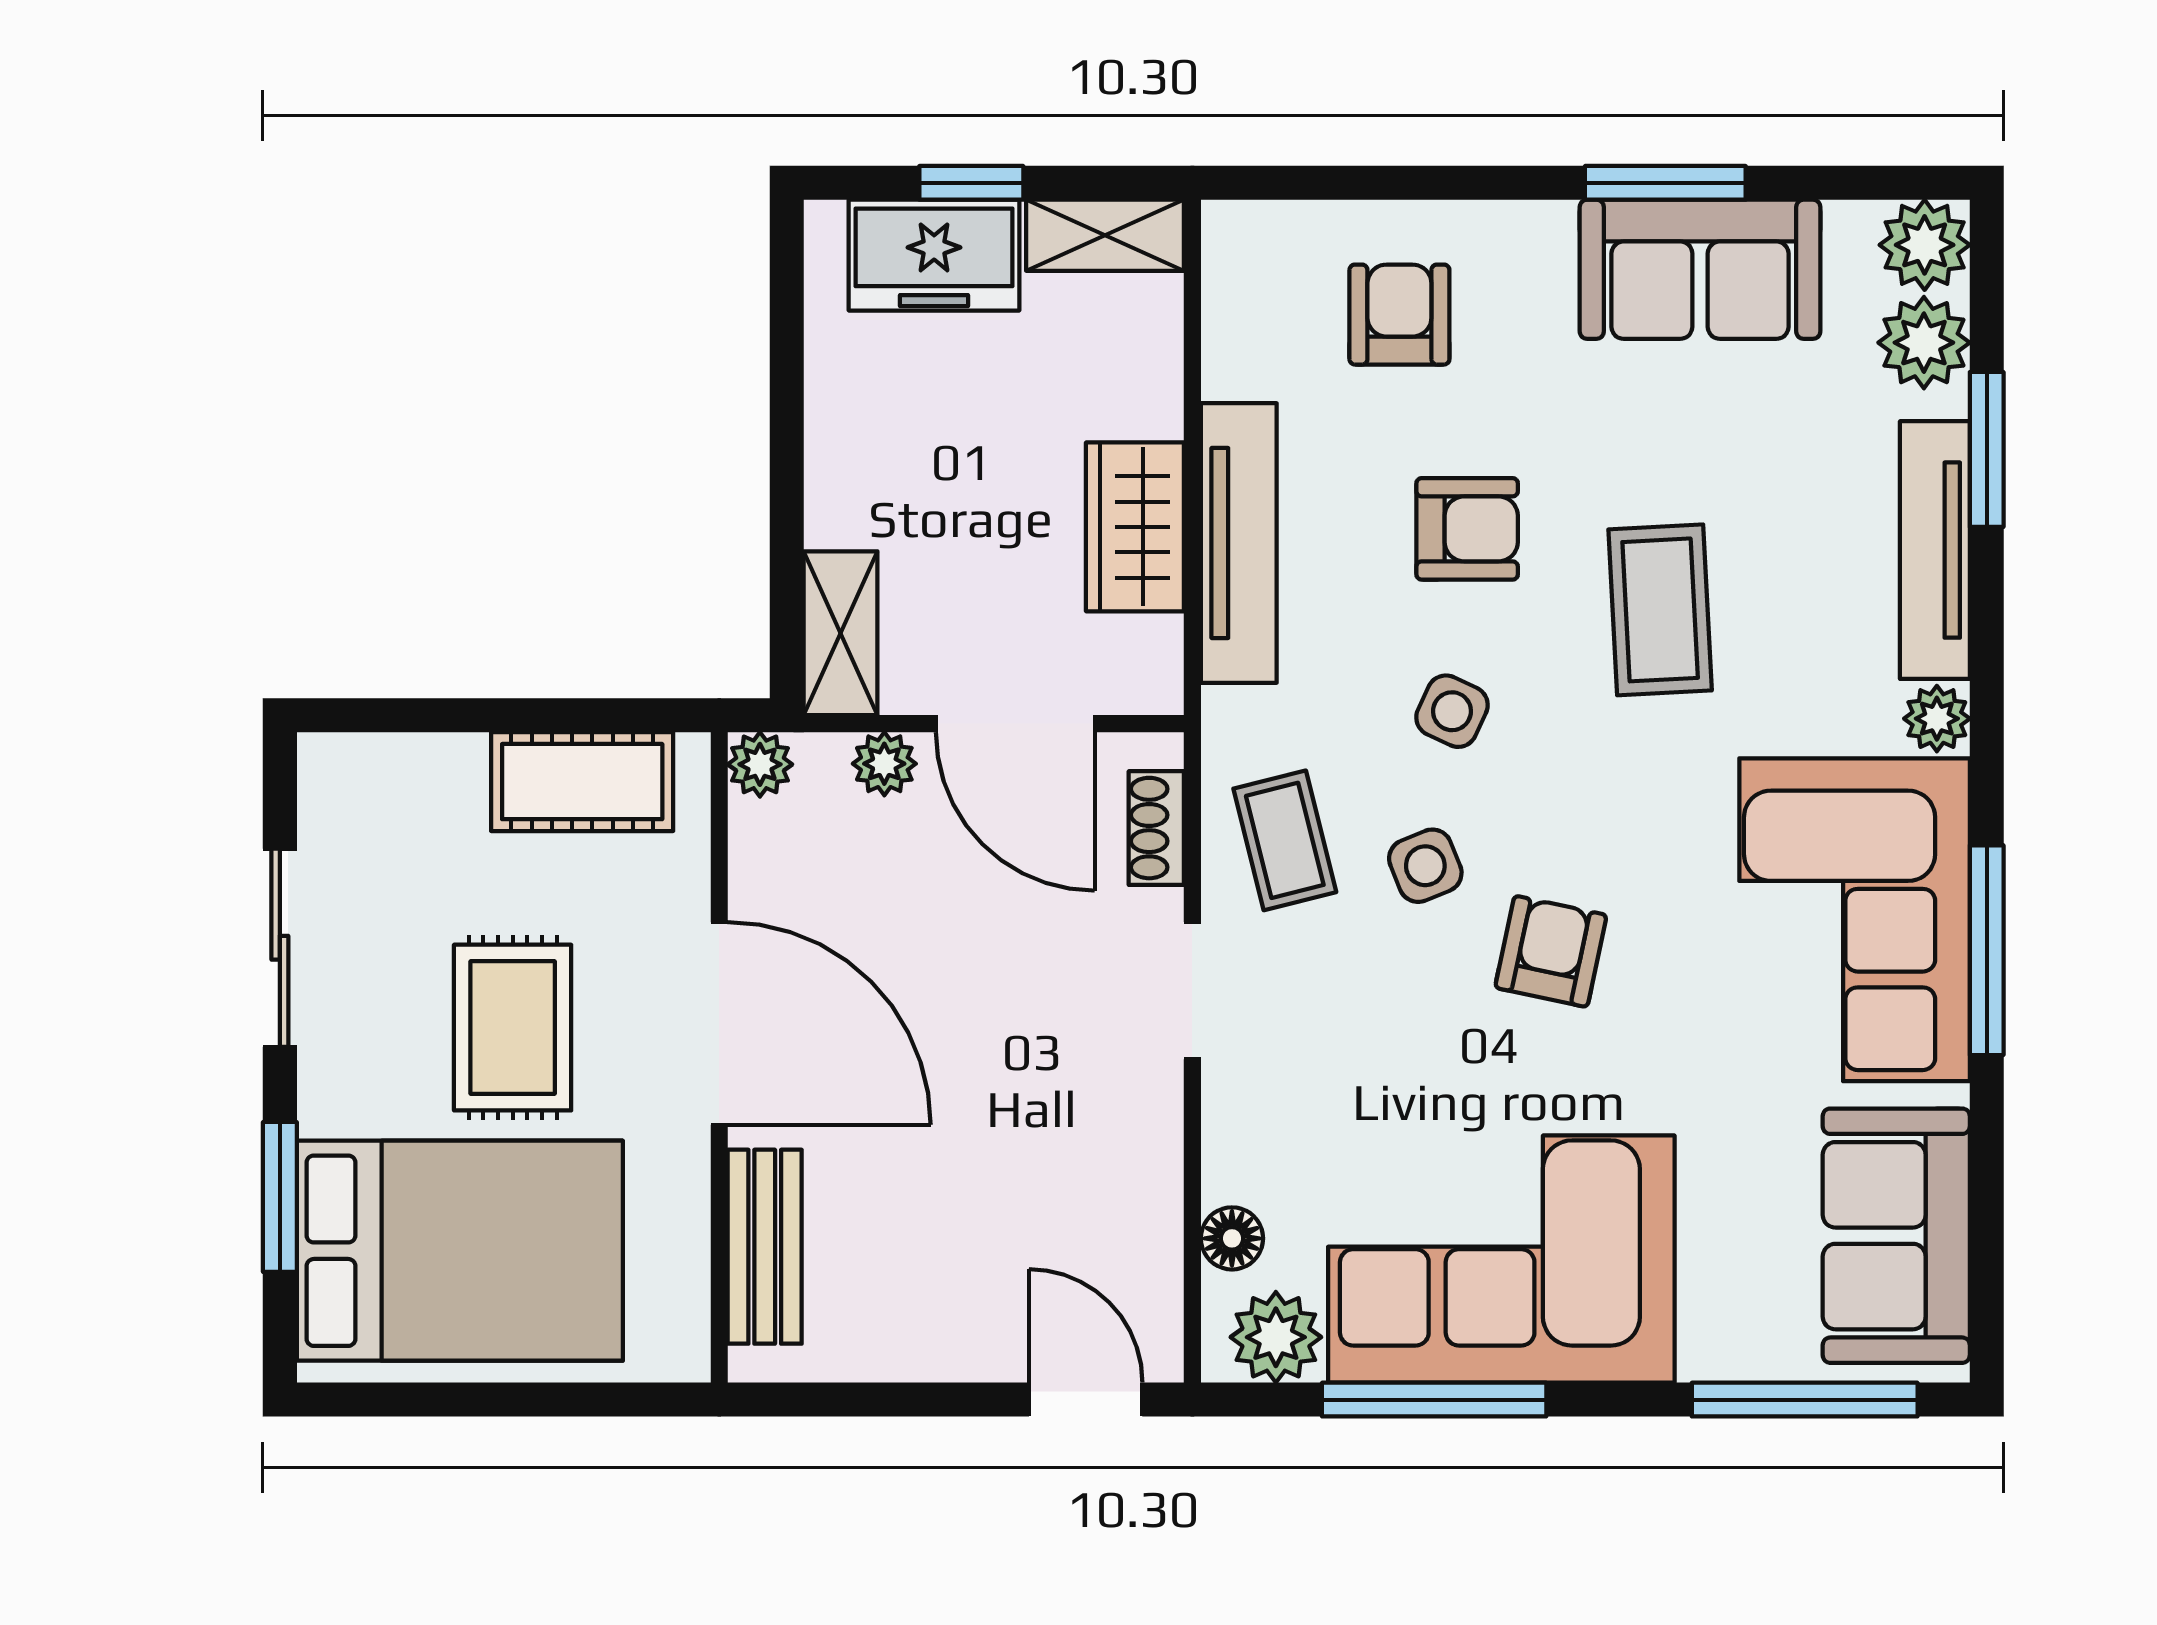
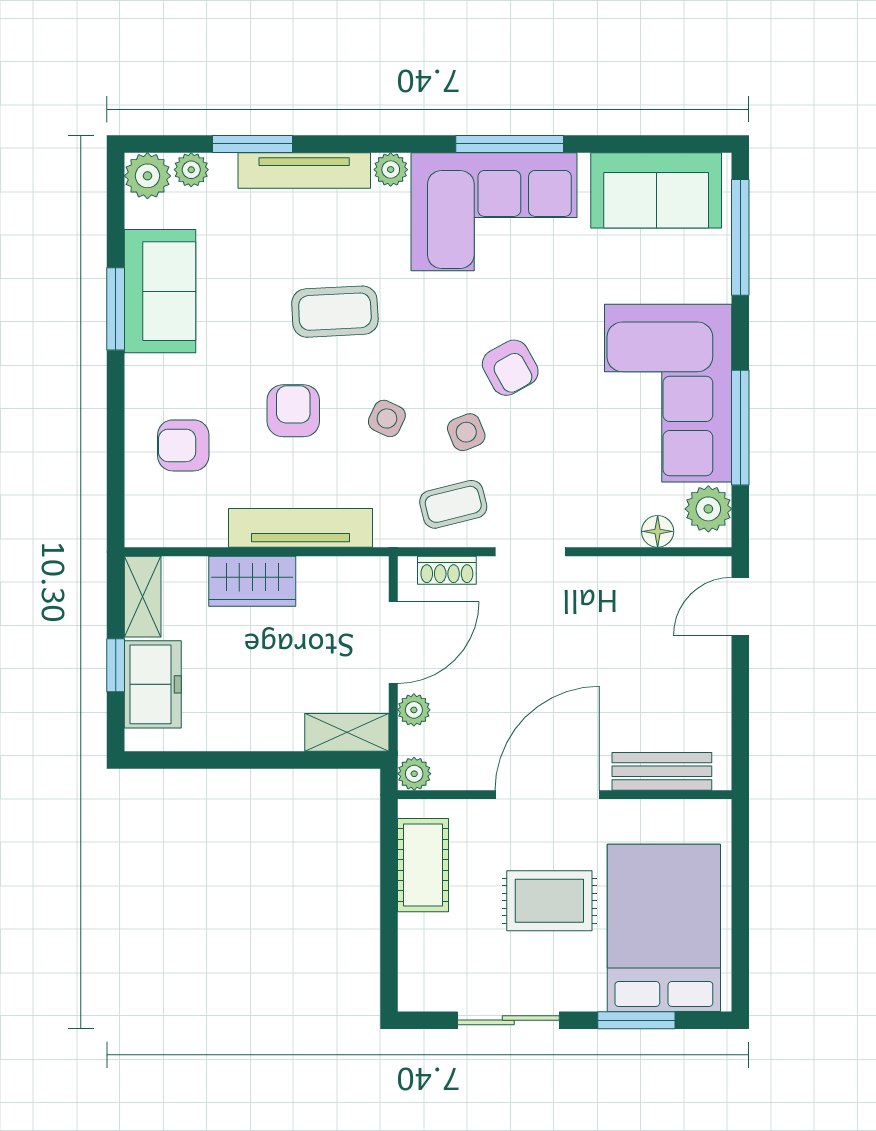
plant: (1924, 343) -> (191, 170), width x0.73, depth x0.73
wardrobe: (1135, 527) -> (252, 581), moved
armchair: (1551, 951) -> (510, 368), turned -131

